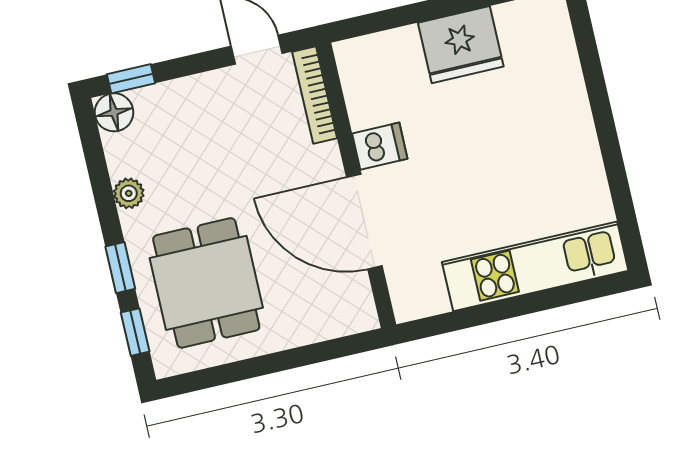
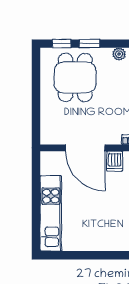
door: (364, 222) -> (85, 148), swing flipped
dining table: (206, 283) -> (75, 77), turned 90

